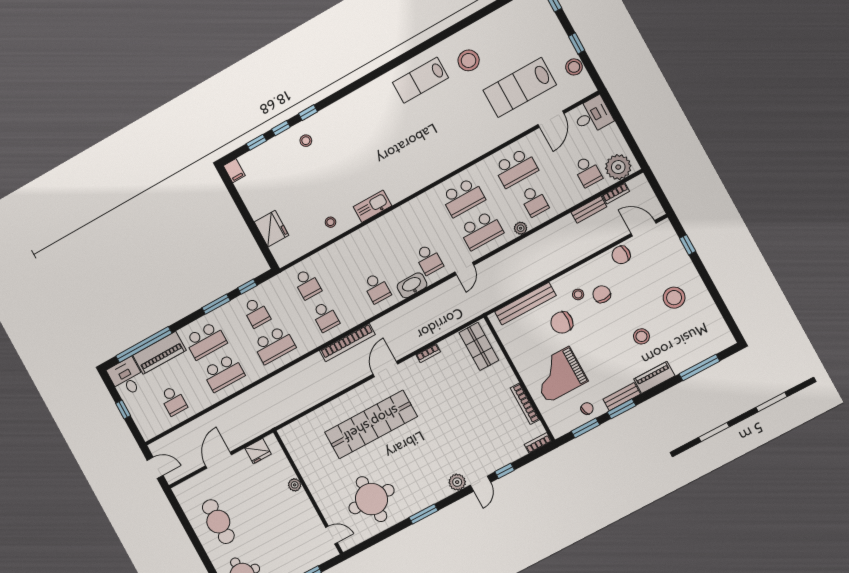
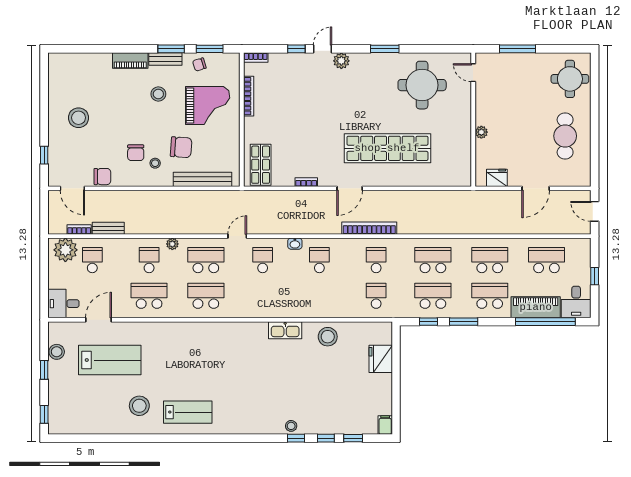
stool: (306, 141) -> (291, 426), moved
stool: (330, 222) -> (328, 337), width x1.89, depth x1.89
washbasin: (412, 285) -> (295, 244), width x0.52, depth x0.69
school desk: (256, 312) -> (433, 296), width x1.85
stool: (641, 336) -> (158, 94), moved
window: (699, 367) -> (89, 49), removed
school desk: (173, 401) -> (546, 260), width x1.85

